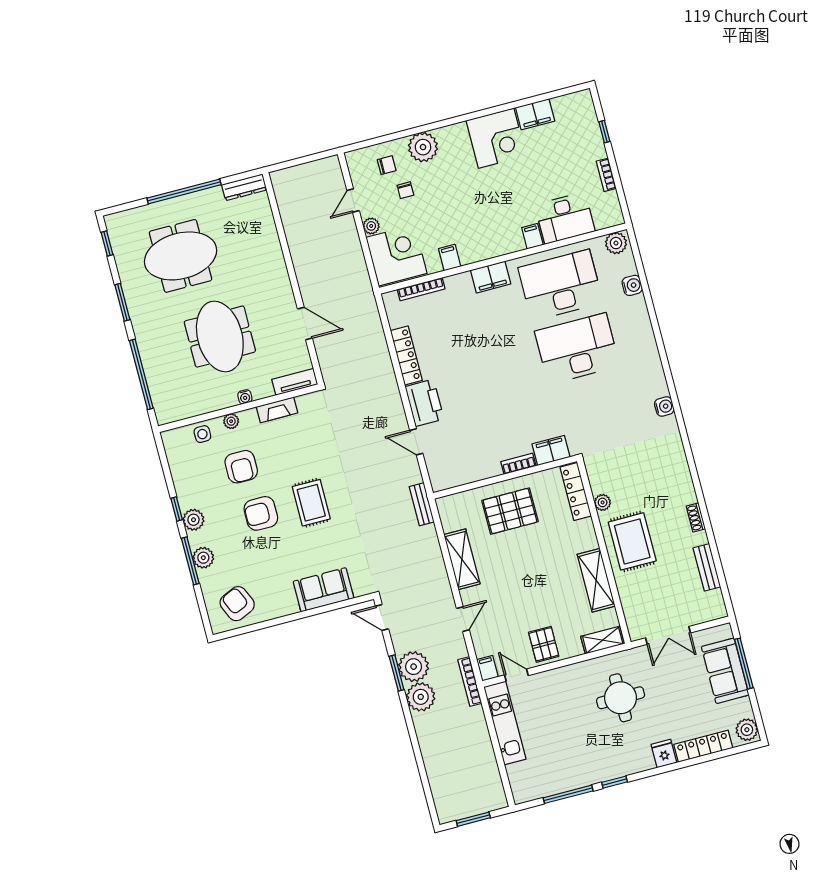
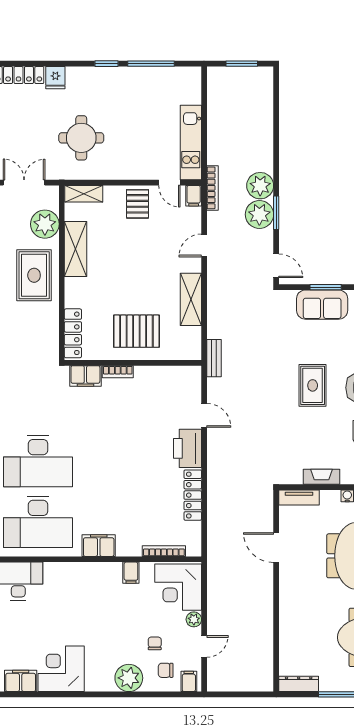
filing cabinet: (532, 236) -> (189, 681), moved, turned 180
plant: (603, 502) -> (45, 224), moved, width x1.87, depth x1.87
window: (324, 609) -> (326, 287), added

